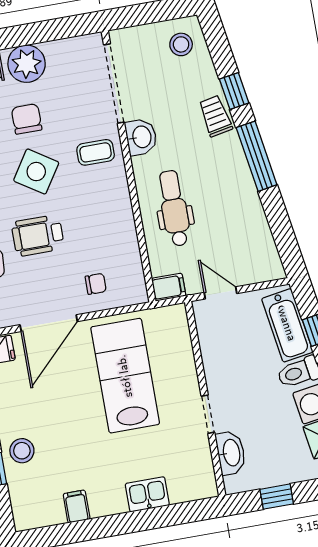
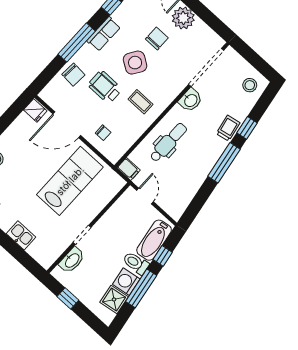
coffee table: (96, 152) -> (141, 102), moved

